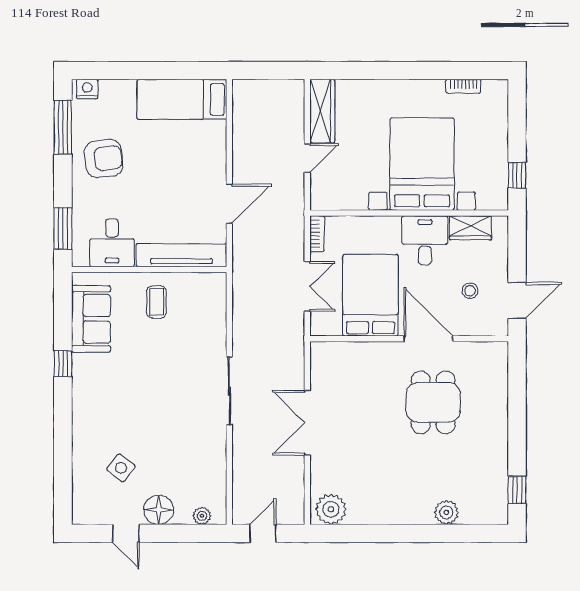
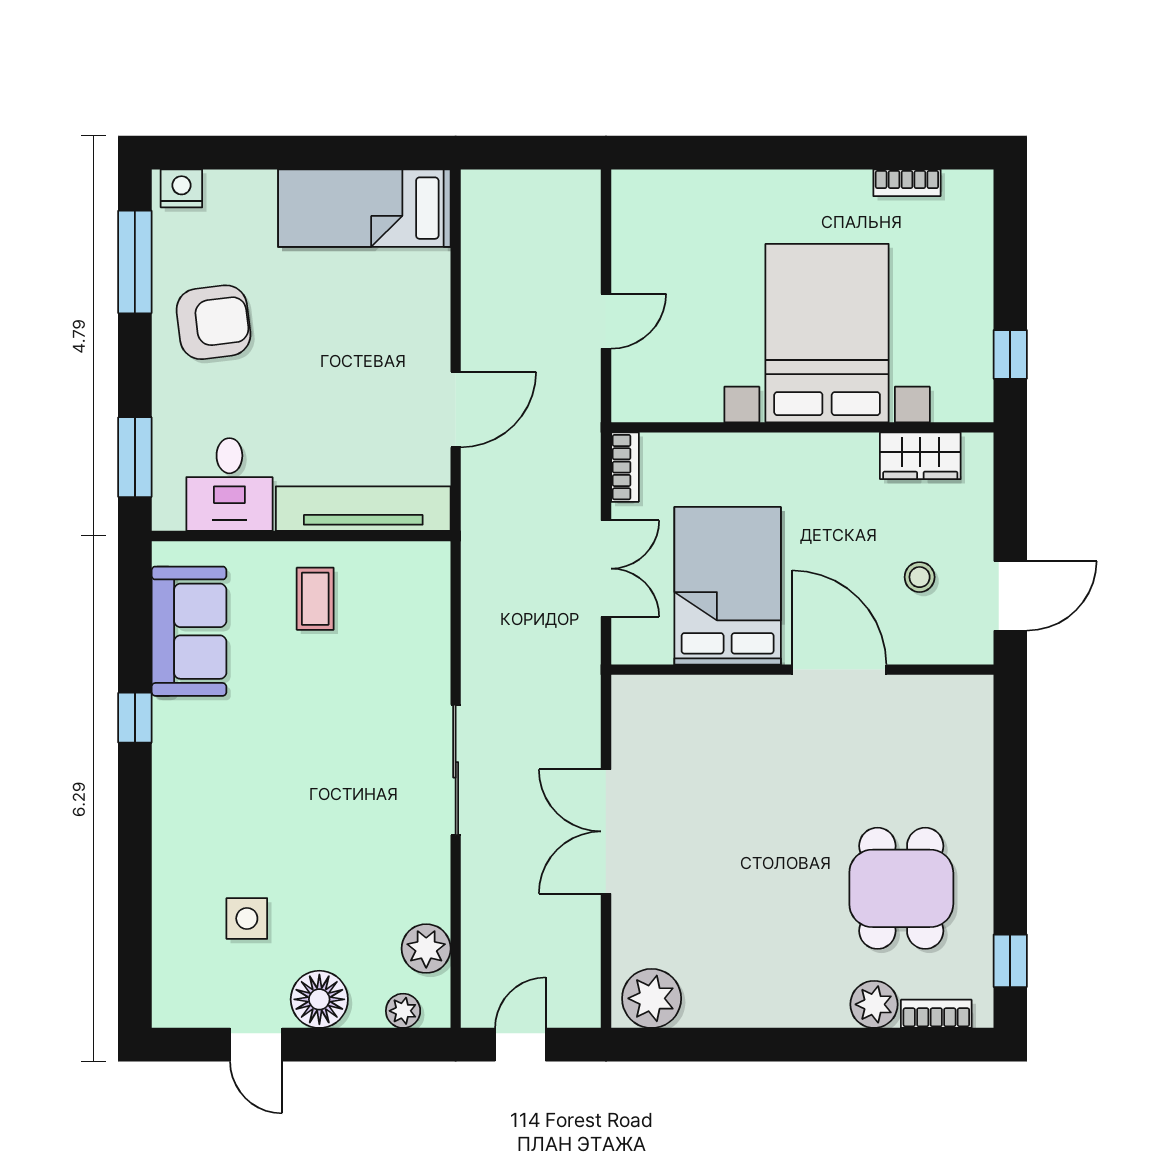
wardrobe: (322, 111) -> (635, 231), removed
desk: (425, 240) -> (833, 480), removed
dining table: (433, 402) -> (901, 888), moved
side table: (121, 468) -> (247, 918), turned -38
plant: (214, 483) -> (426, 949), added
bookcase: (479, 517) -> (936, 1014), added

